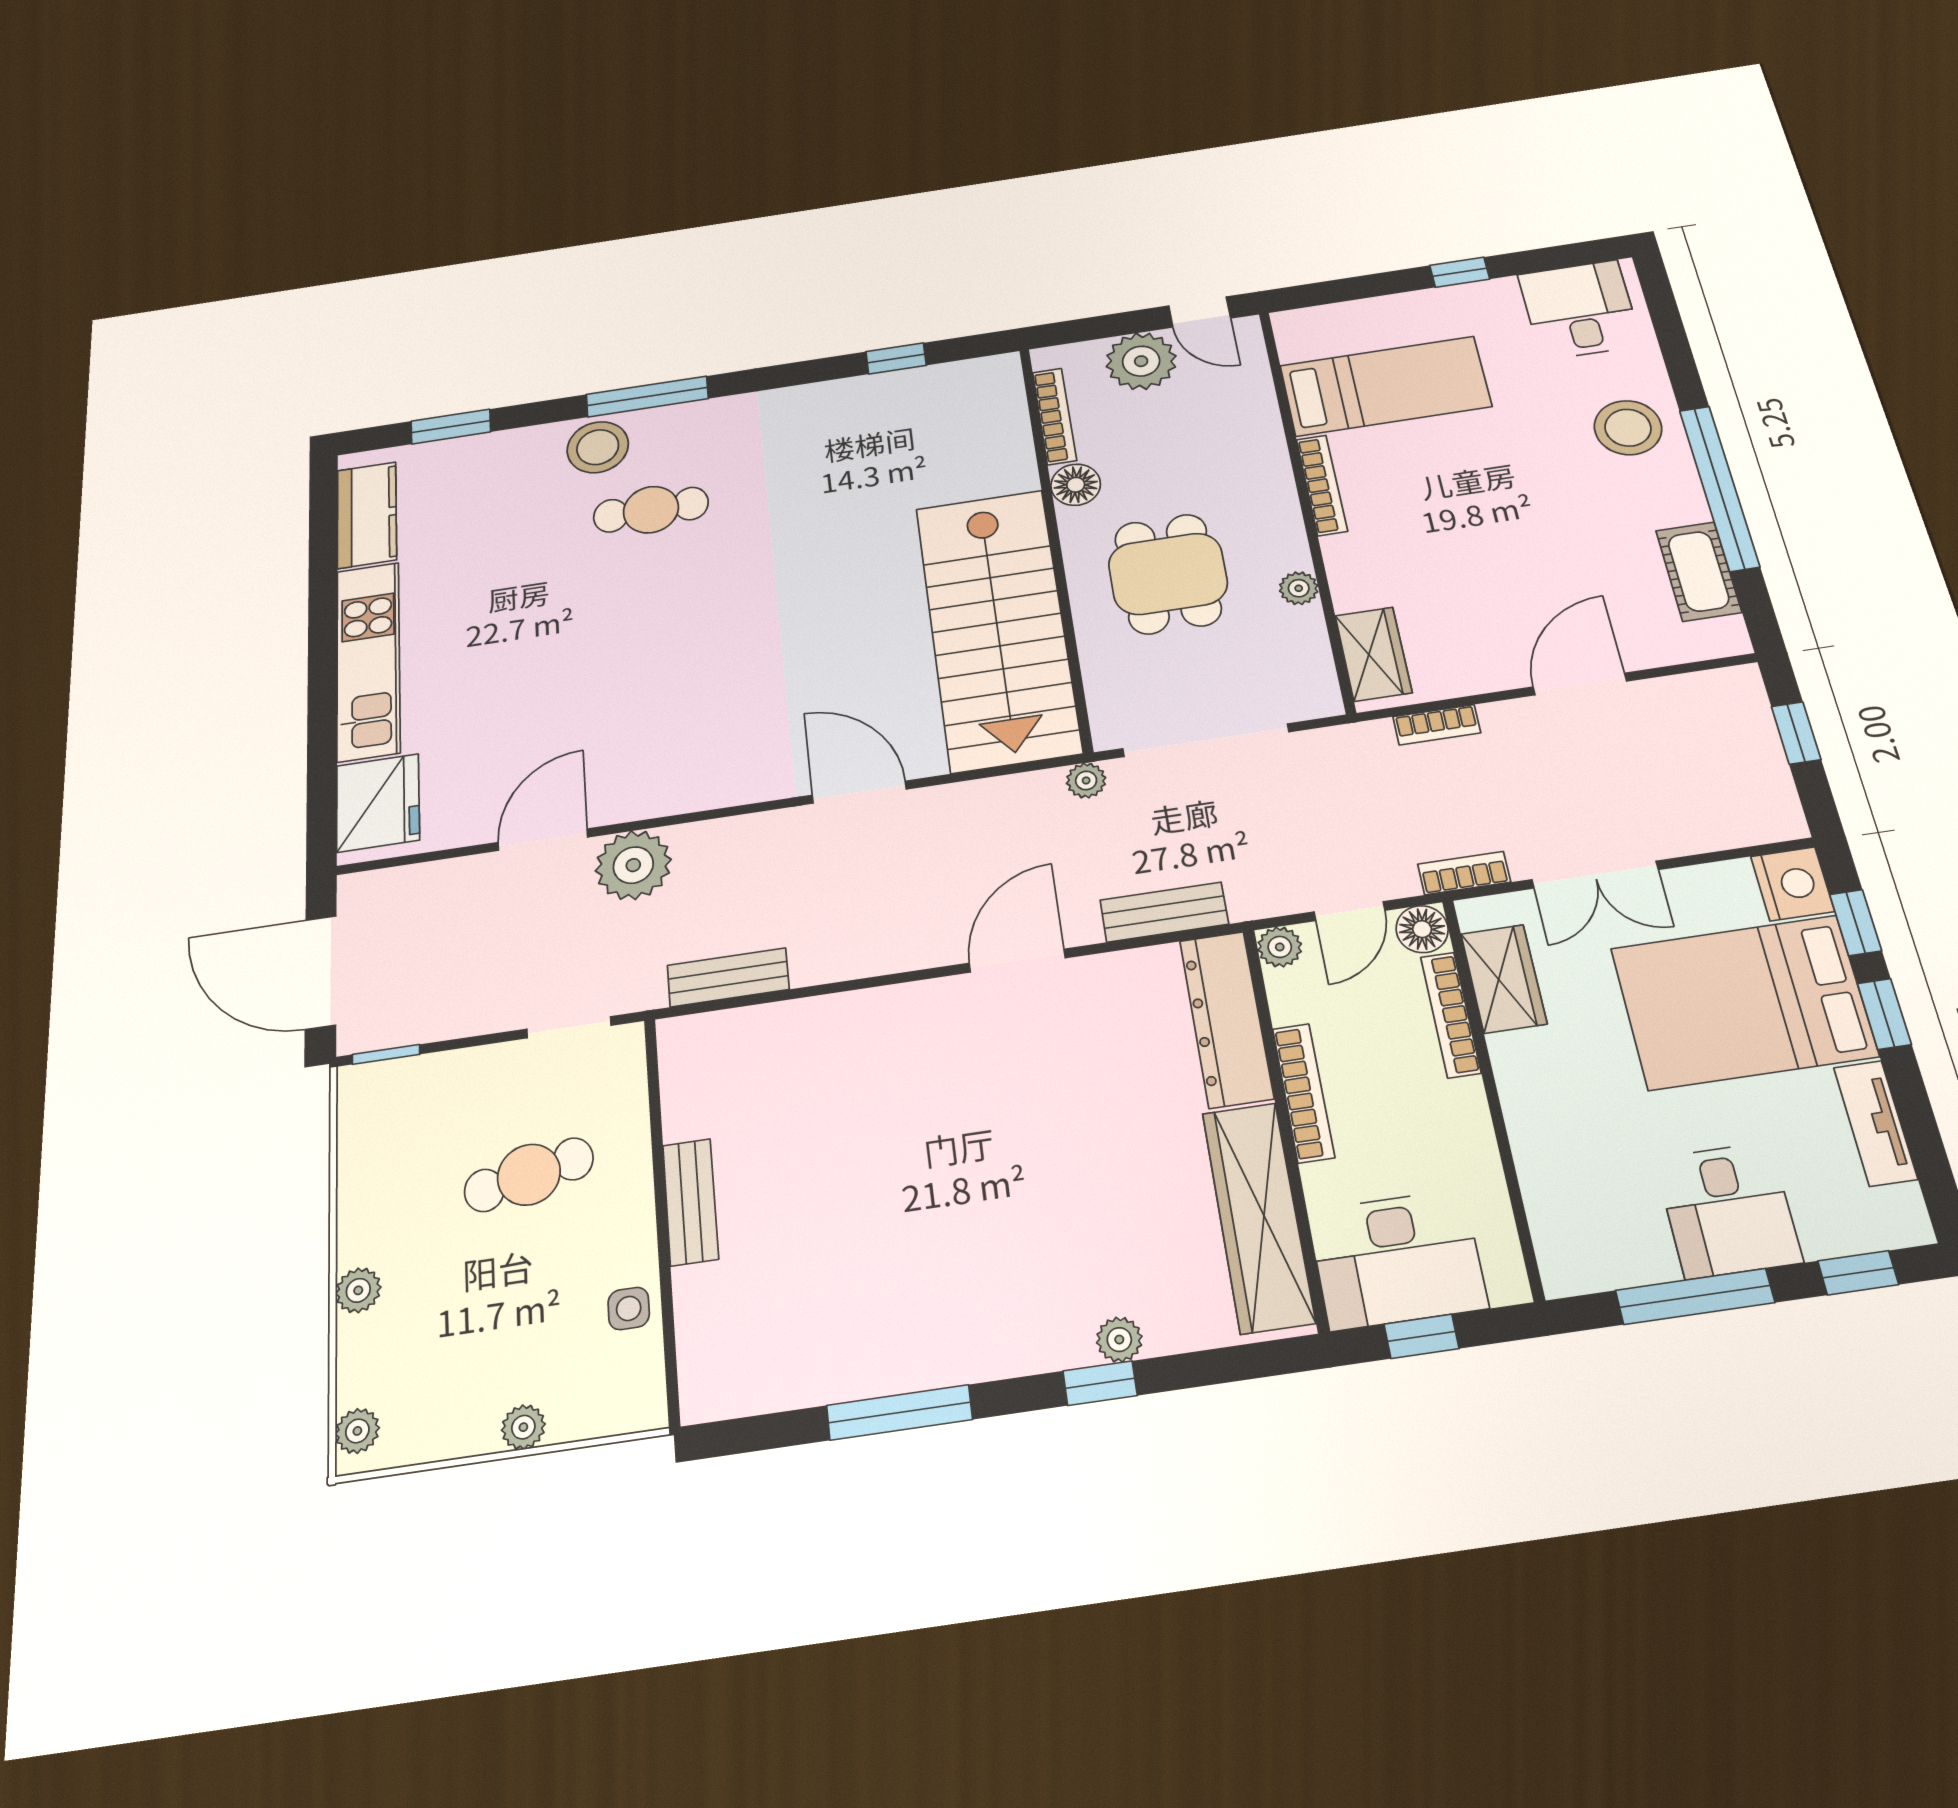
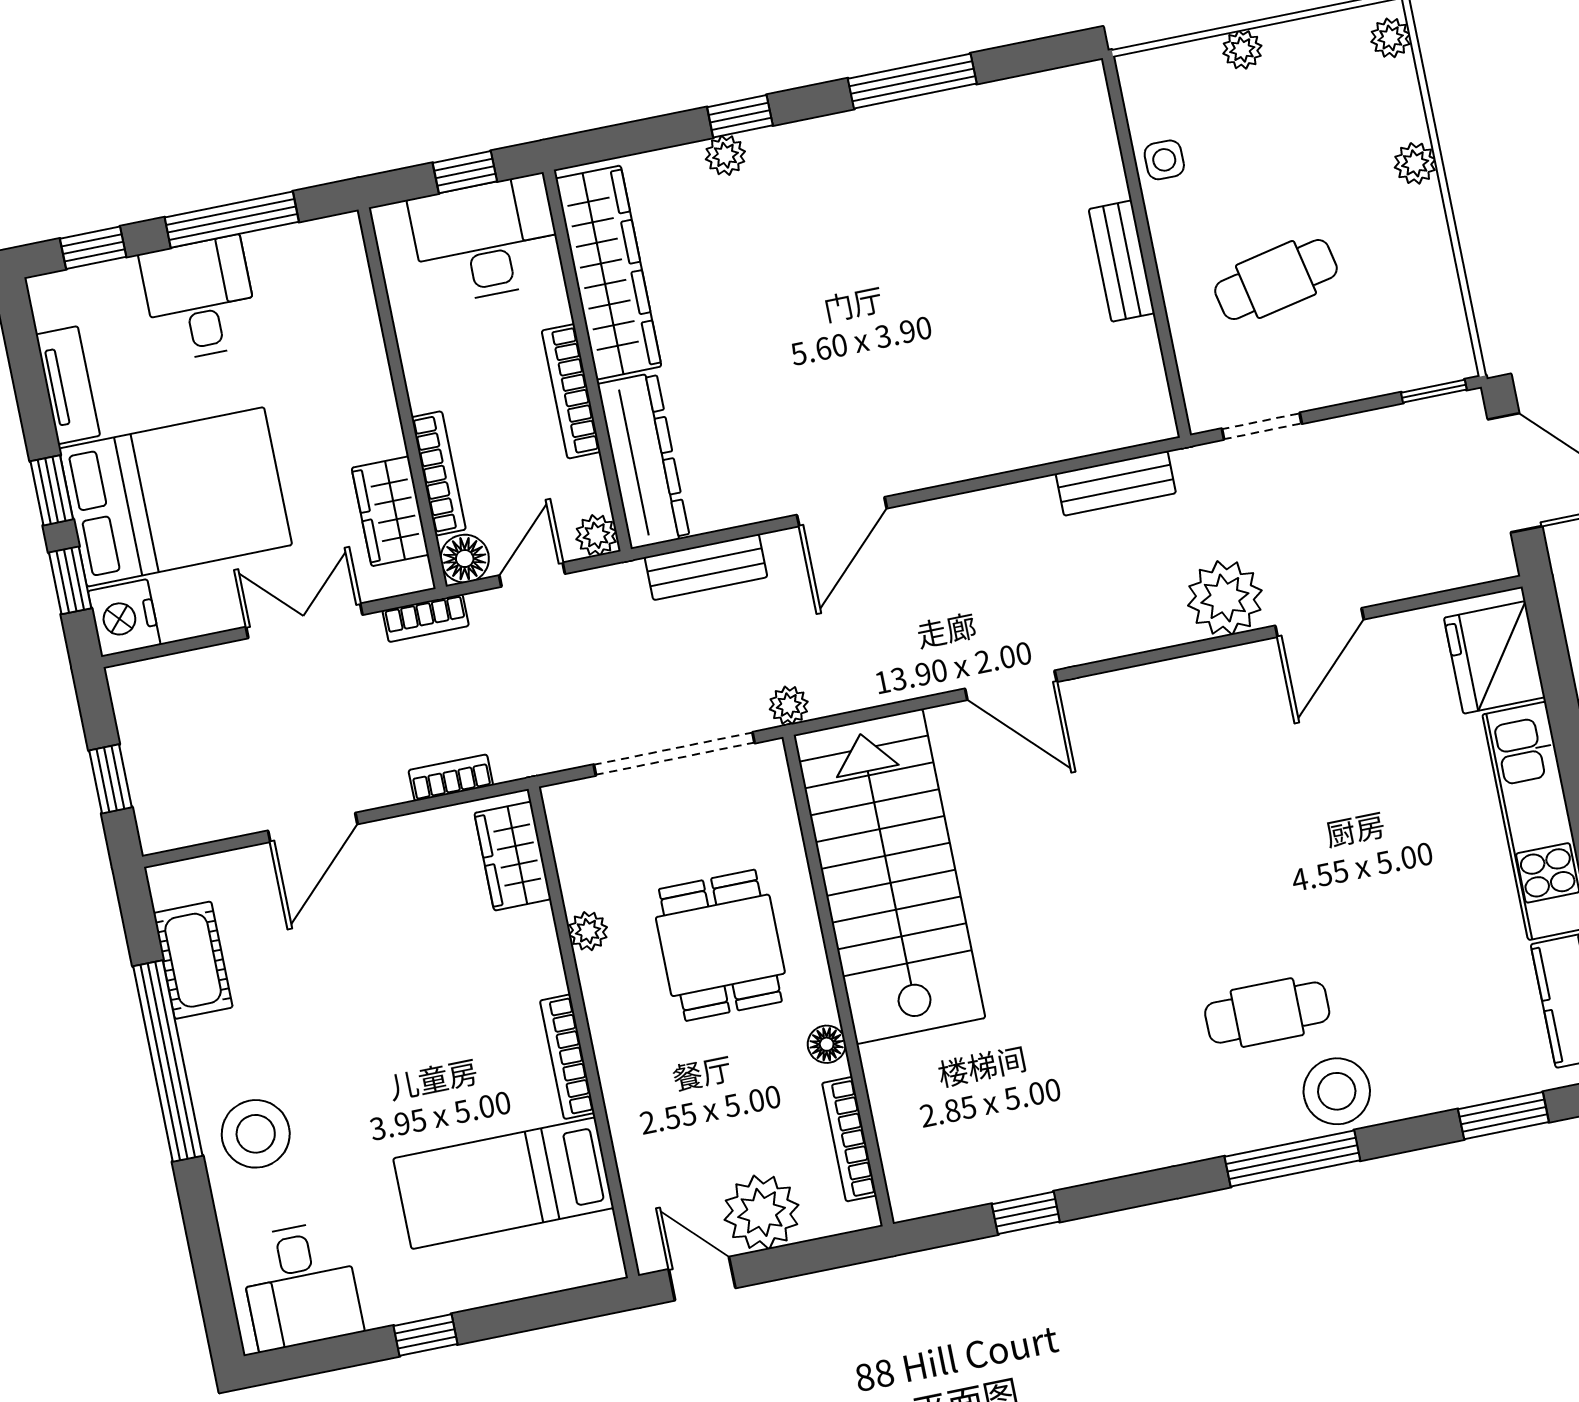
floor lamp: (1076, 485) -> (827, 1044), width x0.73, depth x0.73

